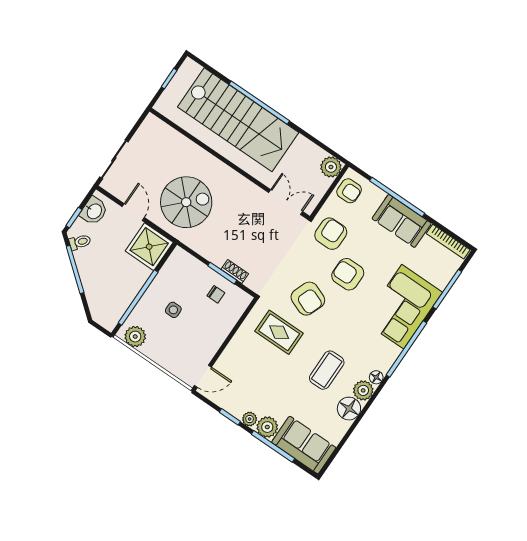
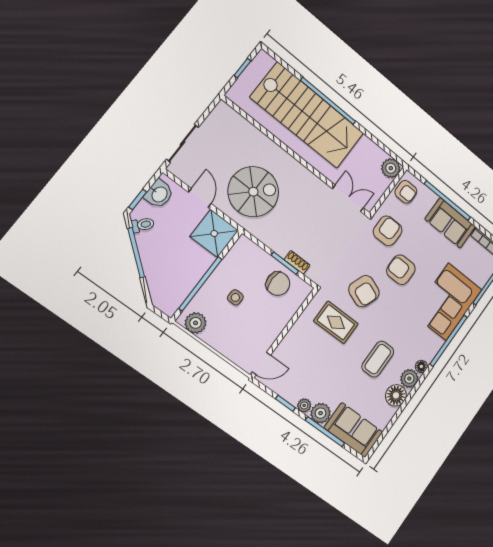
chair: (216, 294) -> (278, 284), width x1.87, depth x1.87

